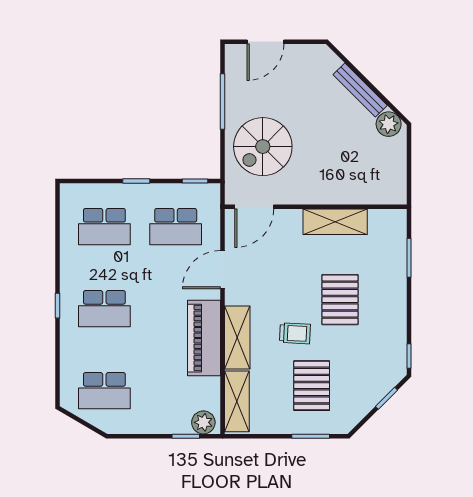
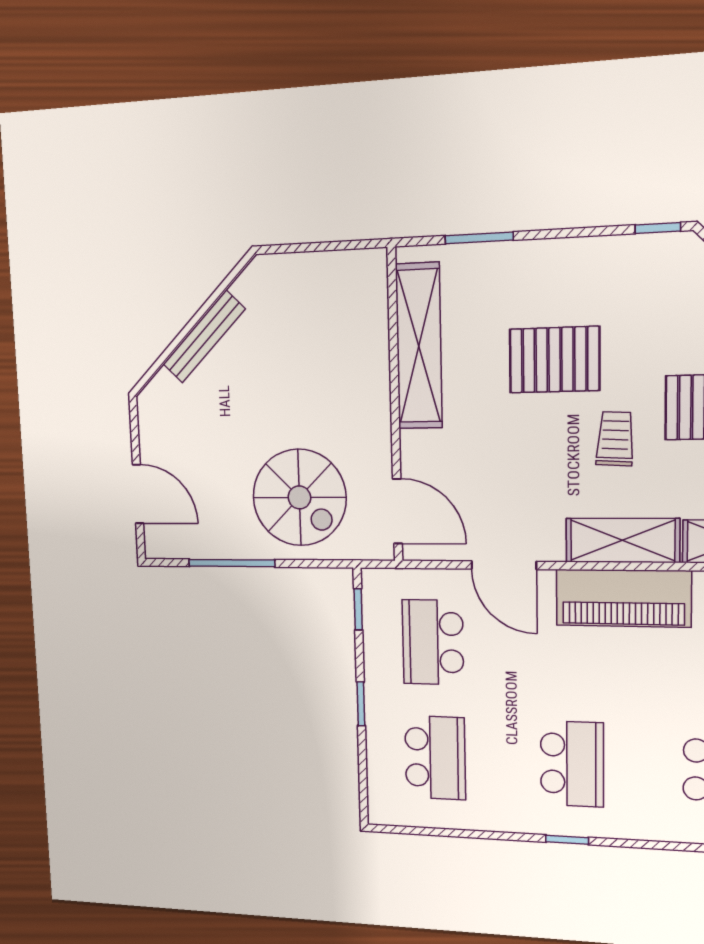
plant: (389, 124) -> (256, 286), removed
shelving: (335, 222) -> (419, 346), width x1.47
school desk: (176, 227) -> (433, 642), turned 180

